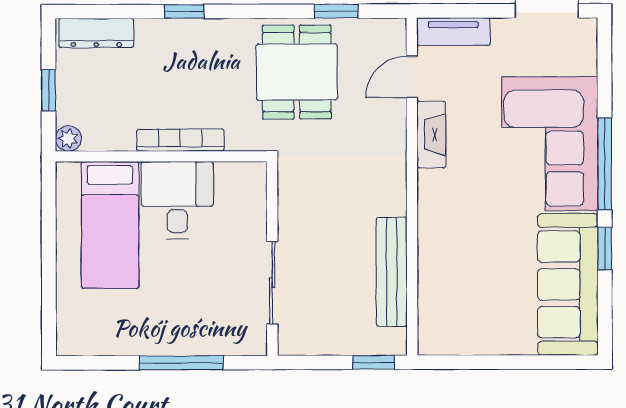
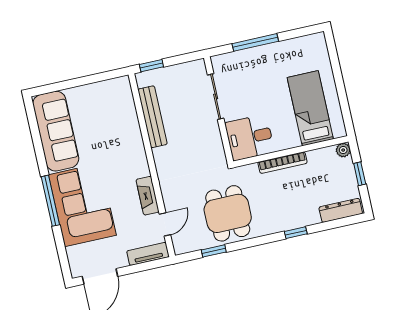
desk: (177, 200) -> (250, 137), moved, turned 90
window: (605, 249) -> (40, 155), removed

